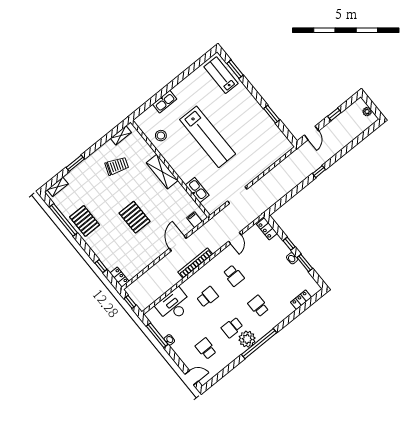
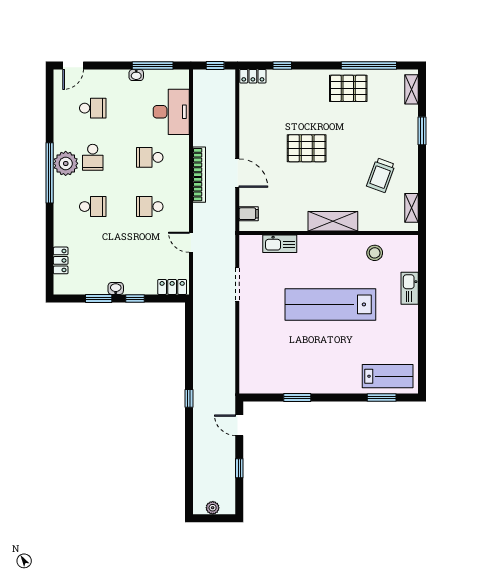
school desk: (207, 297) -> (150, 157), turned 90
school desk: (232, 327) -> (93, 157), turned 180

